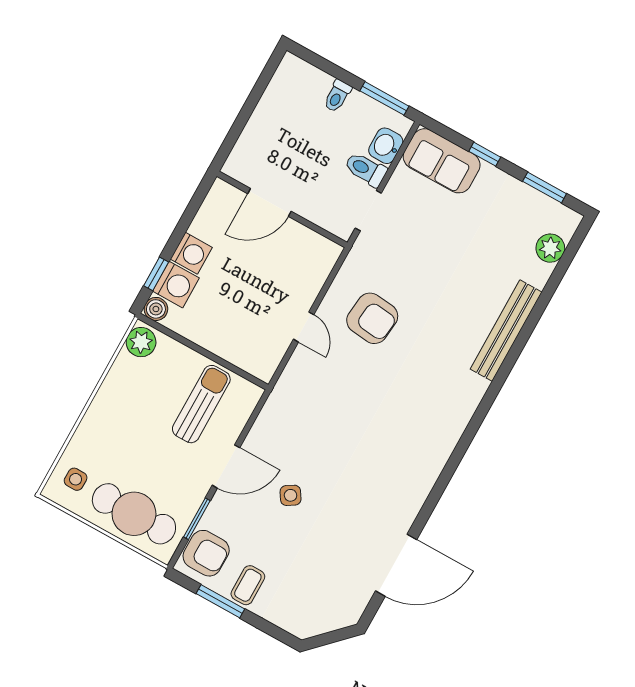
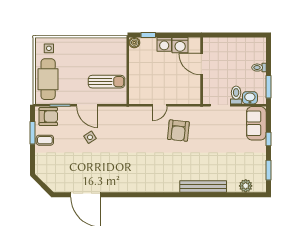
washing machine: (176, 285) -> (180, 45), moved
plant: (141, 342) -> (118, 44), removed
armchair: (206, 553) -> (48, 117), turned -90

